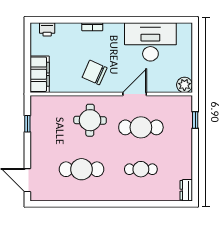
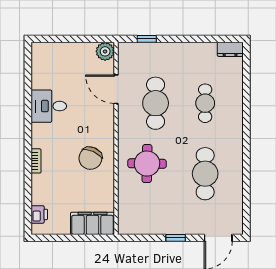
desk: (150, 42) -> (49, 106), width x0.53, depth x0.77
door: (135, 94) -> (116, 89), moved
window: (27, 124) -> (176, 238), moved

